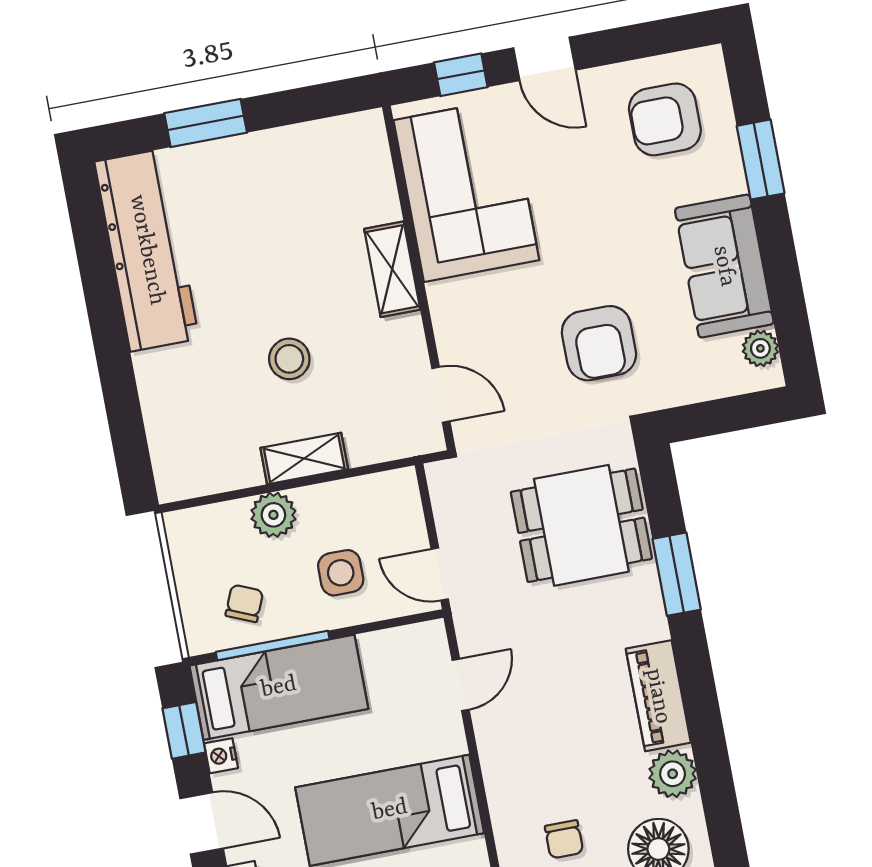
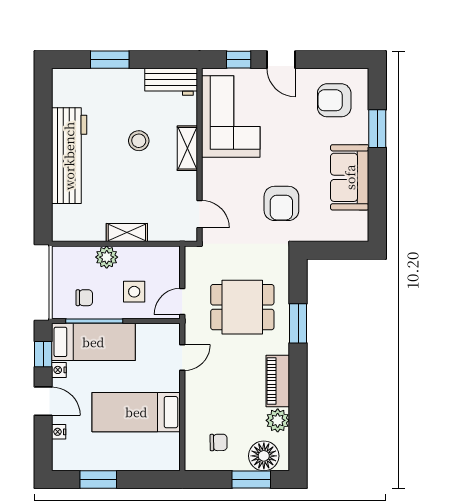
workbench: (335, 144) -> (171, 82), added
workbench: (147, 250) -> (69, 156), moved
plant: (760, 348) -> (360, 221), removed
stool: (289, 359) -> (139, 141), moved
dining table: (581, 525) -> (242, 307), moved
door: (440, 574) -> (182, 301), hinge flipped
chair: (244, 603) -> (84, 298), turned 67
chair: (564, 839) -> (219, 442), turned -91

